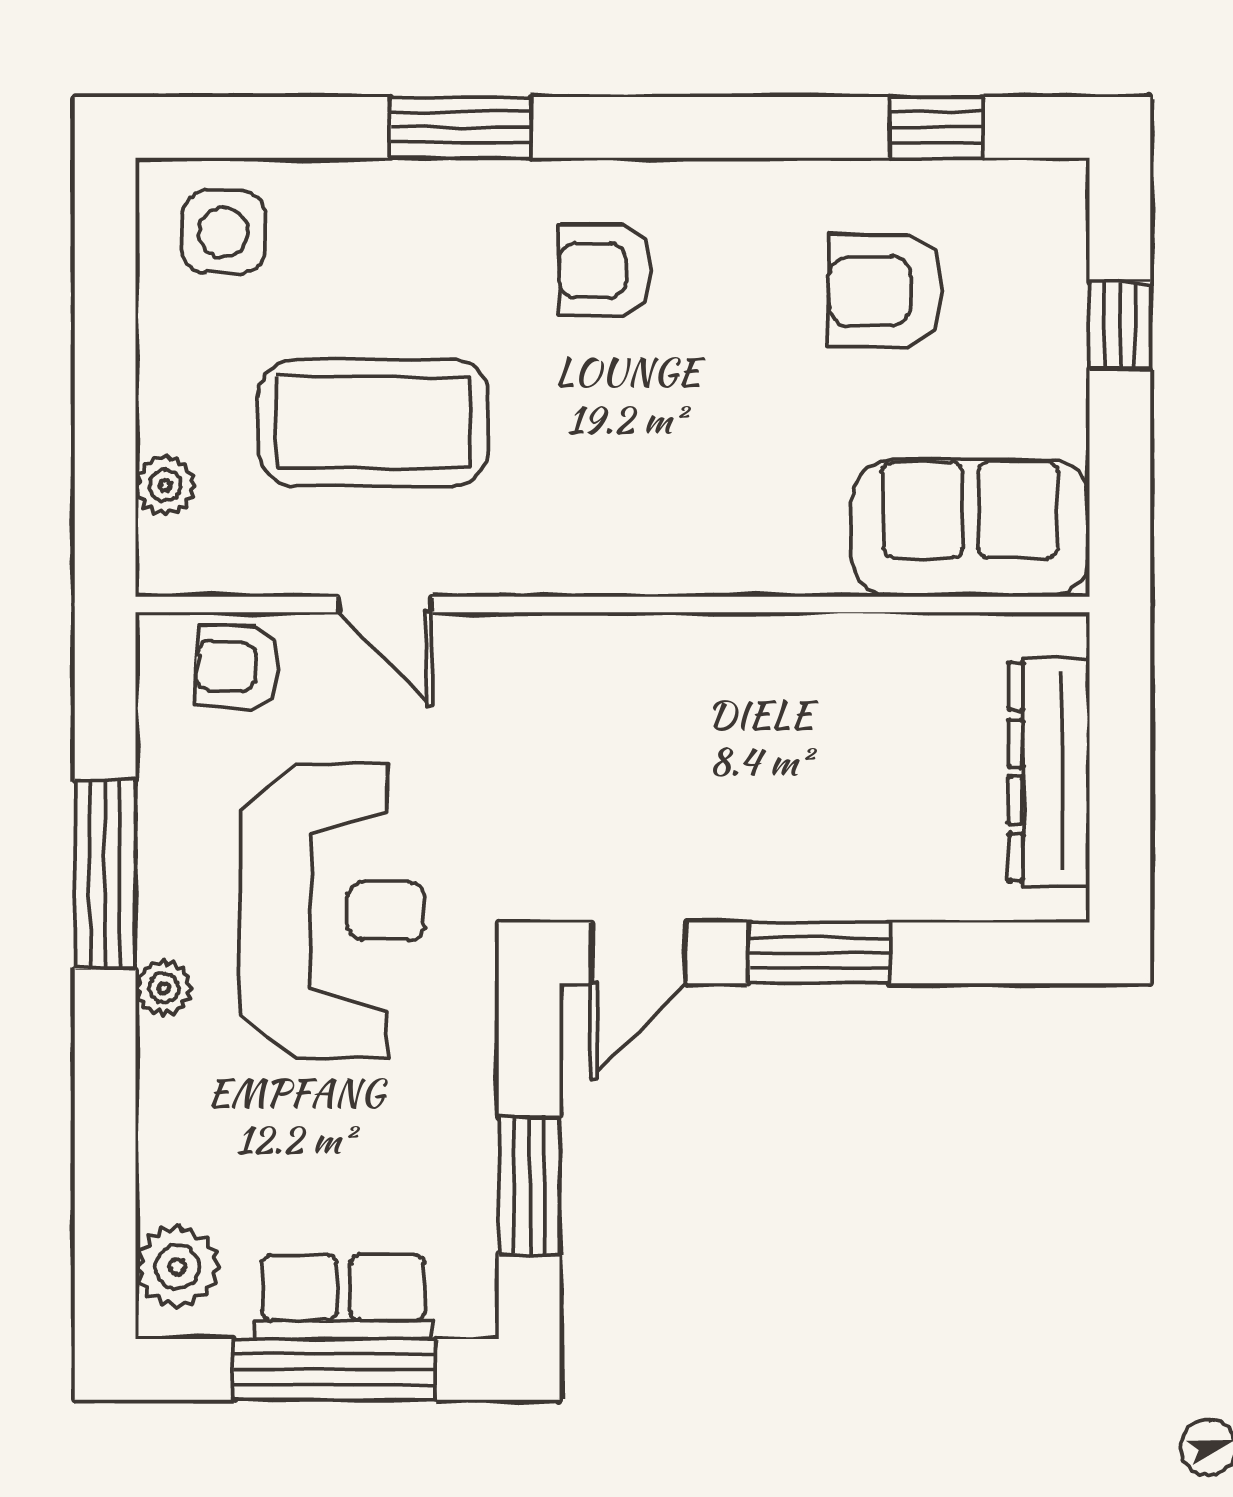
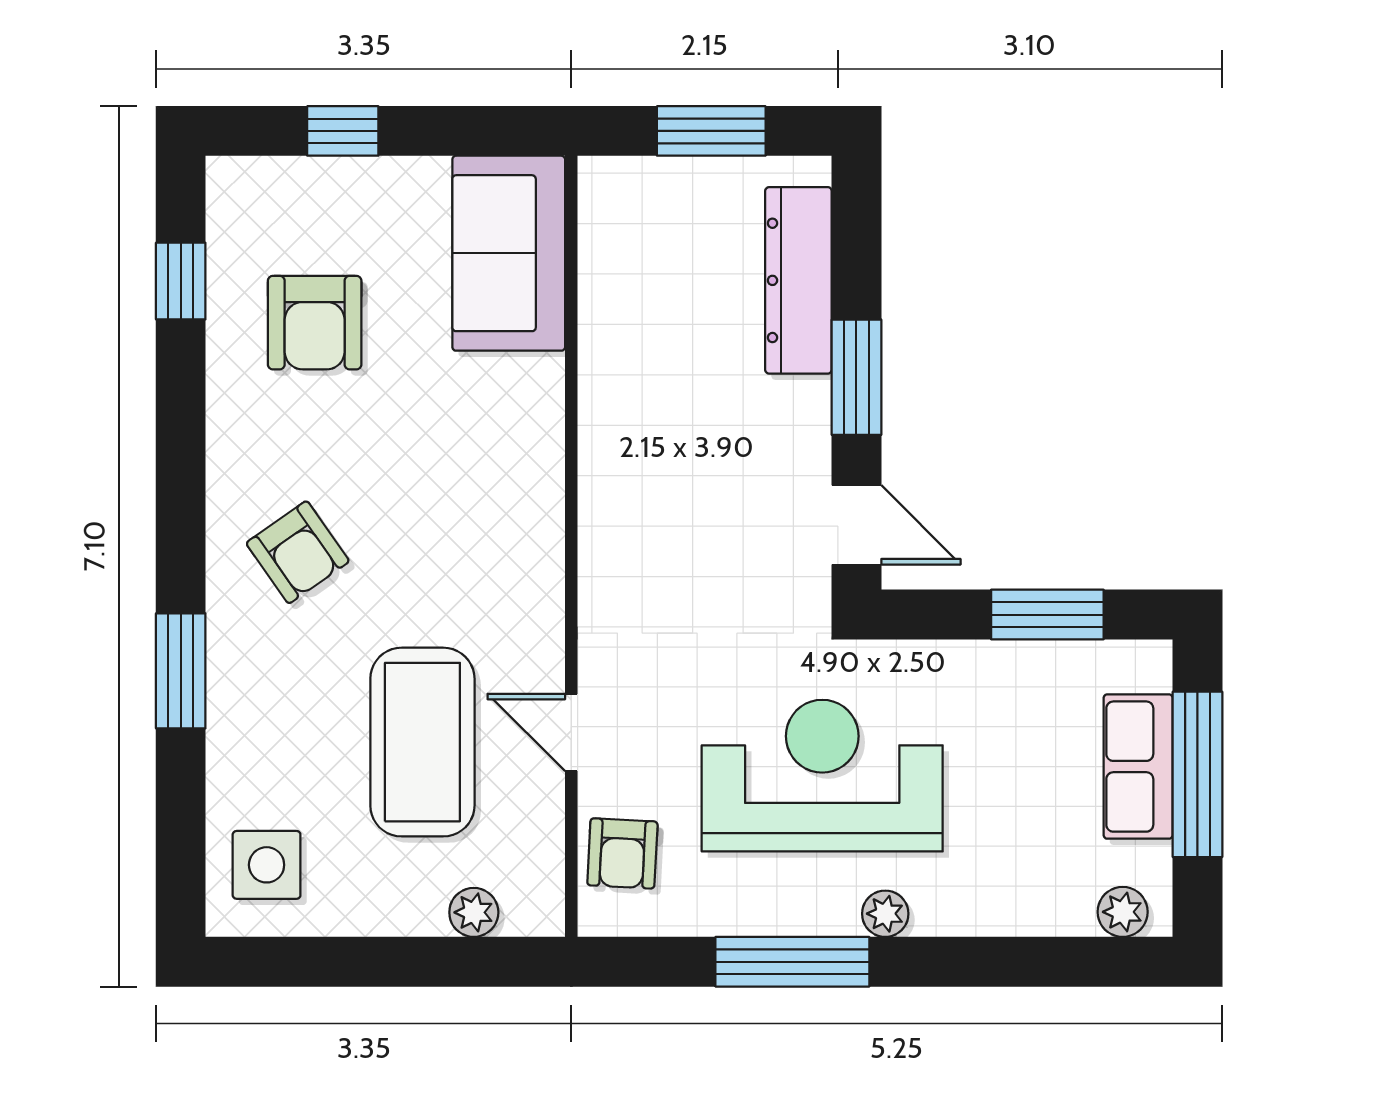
armchair: (605, 270) -> (298, 552), turned -35
door: (385, 604) -> (571, 732), swing flipped
dresser: (1049, 772) -> (798, 280), moved, turned 90
window: (1120, 775) -> (711, 131), added
plant: (177, 1267) -> (1123, 912), width x0.73, depth x0.73

